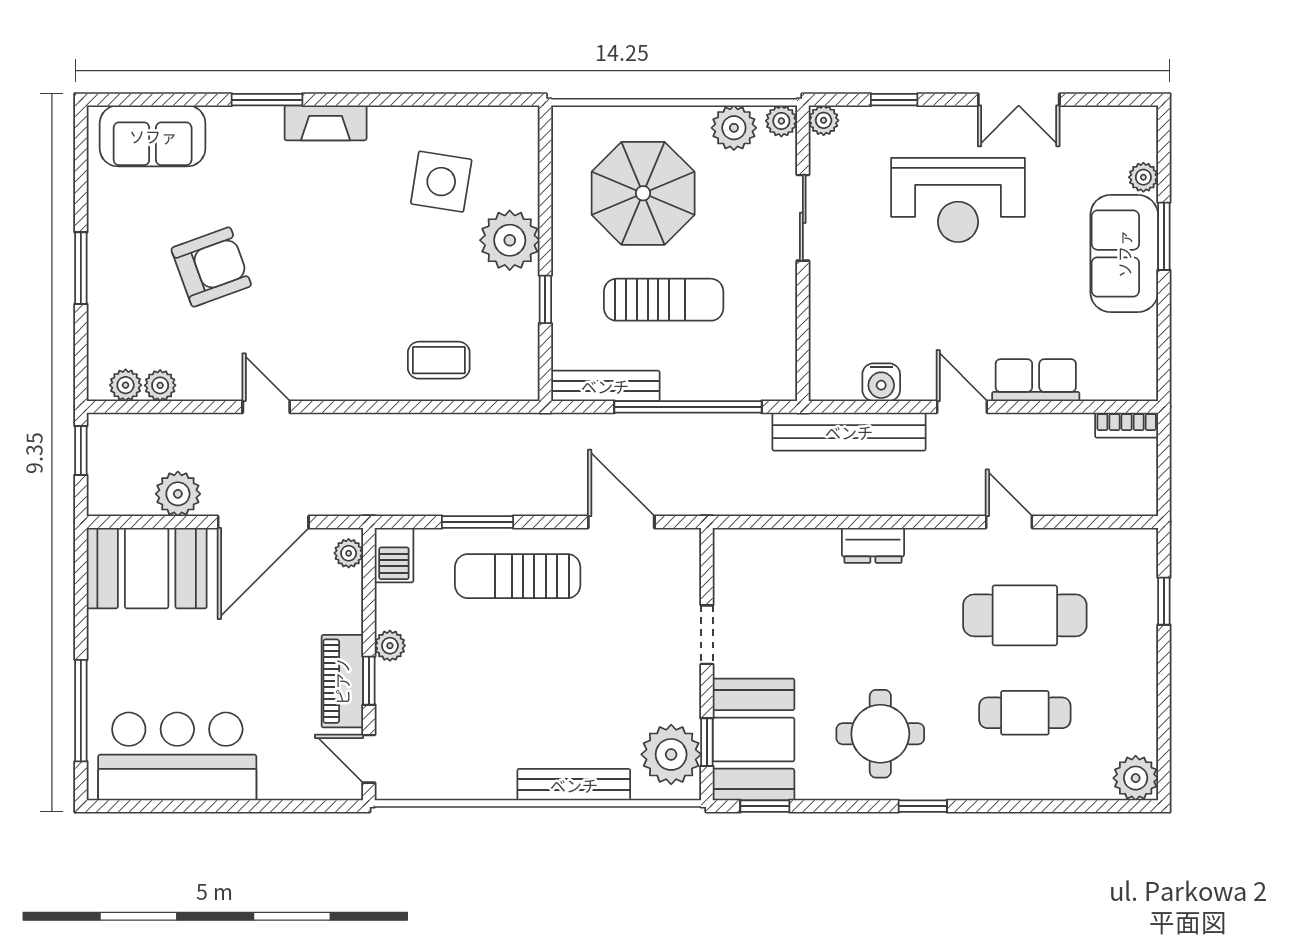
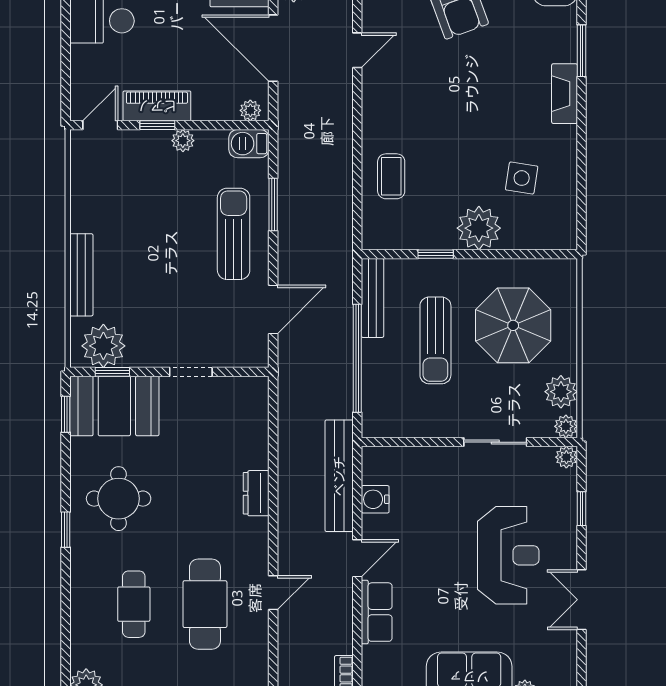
side table: (441, 182) -> (522, 178), width x0.73, depth x0.73
reception desk: (958, 200) -> (508, 555), turned 180

